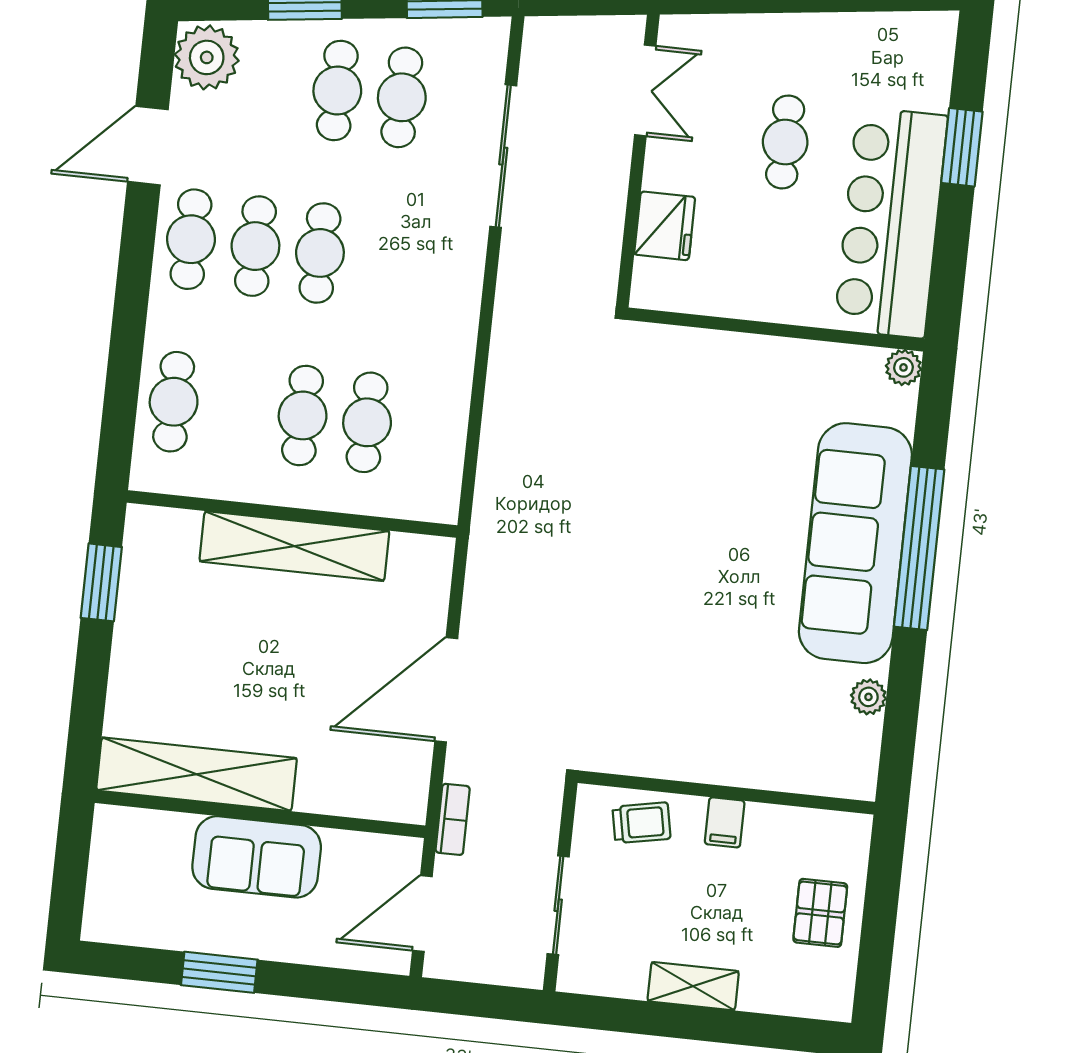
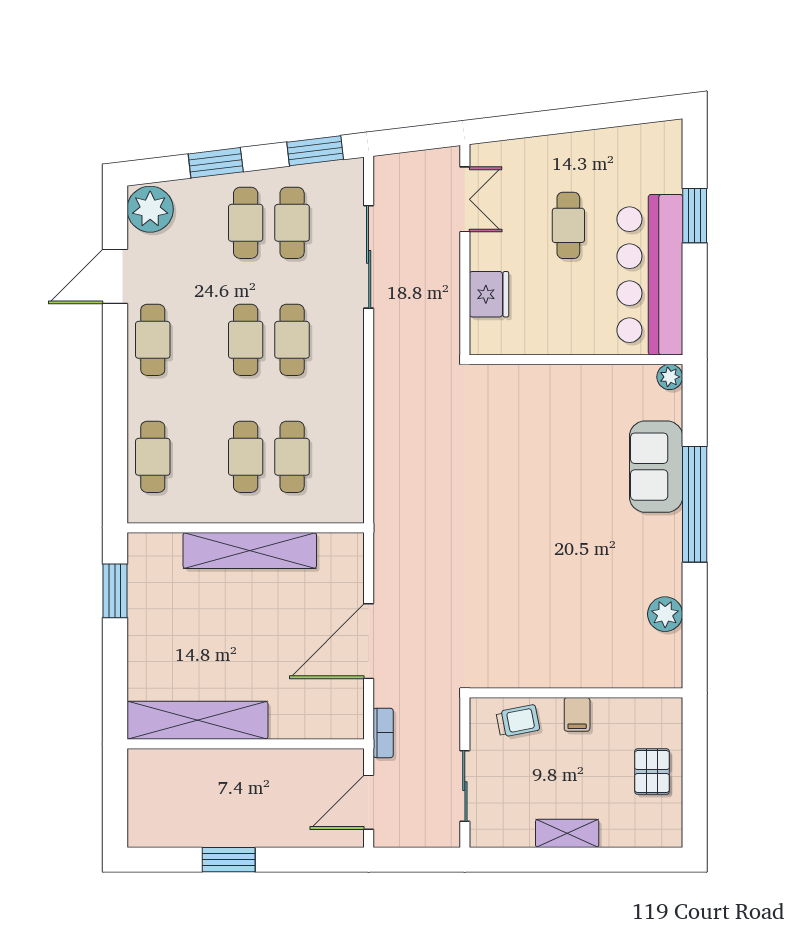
cafe table: (255, 246) -> (292, 340), moved
sofa: (855, 543) -> (656, 467), width x0.54, depth x0.79
plant: (868, 697) -> (665, 614), width x1.38, depth x1.38
sofa: (257, 857) -> (246, 775), removed

